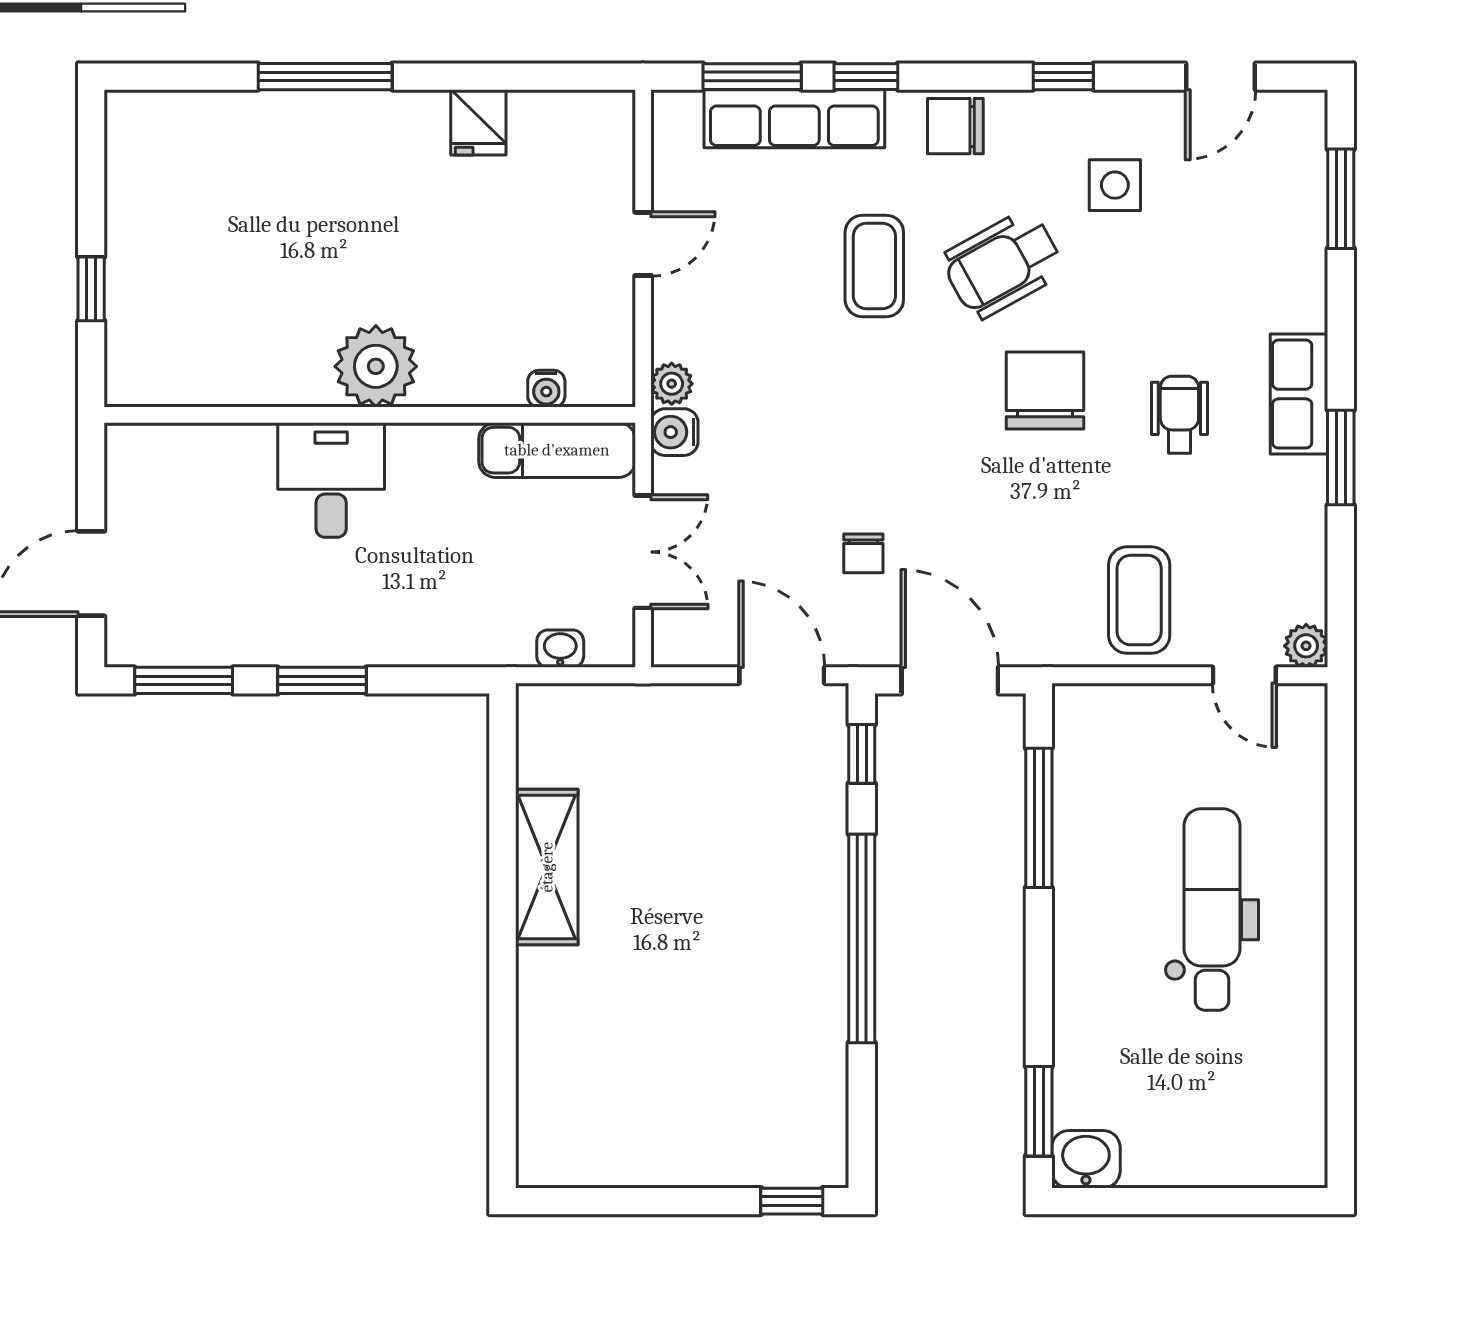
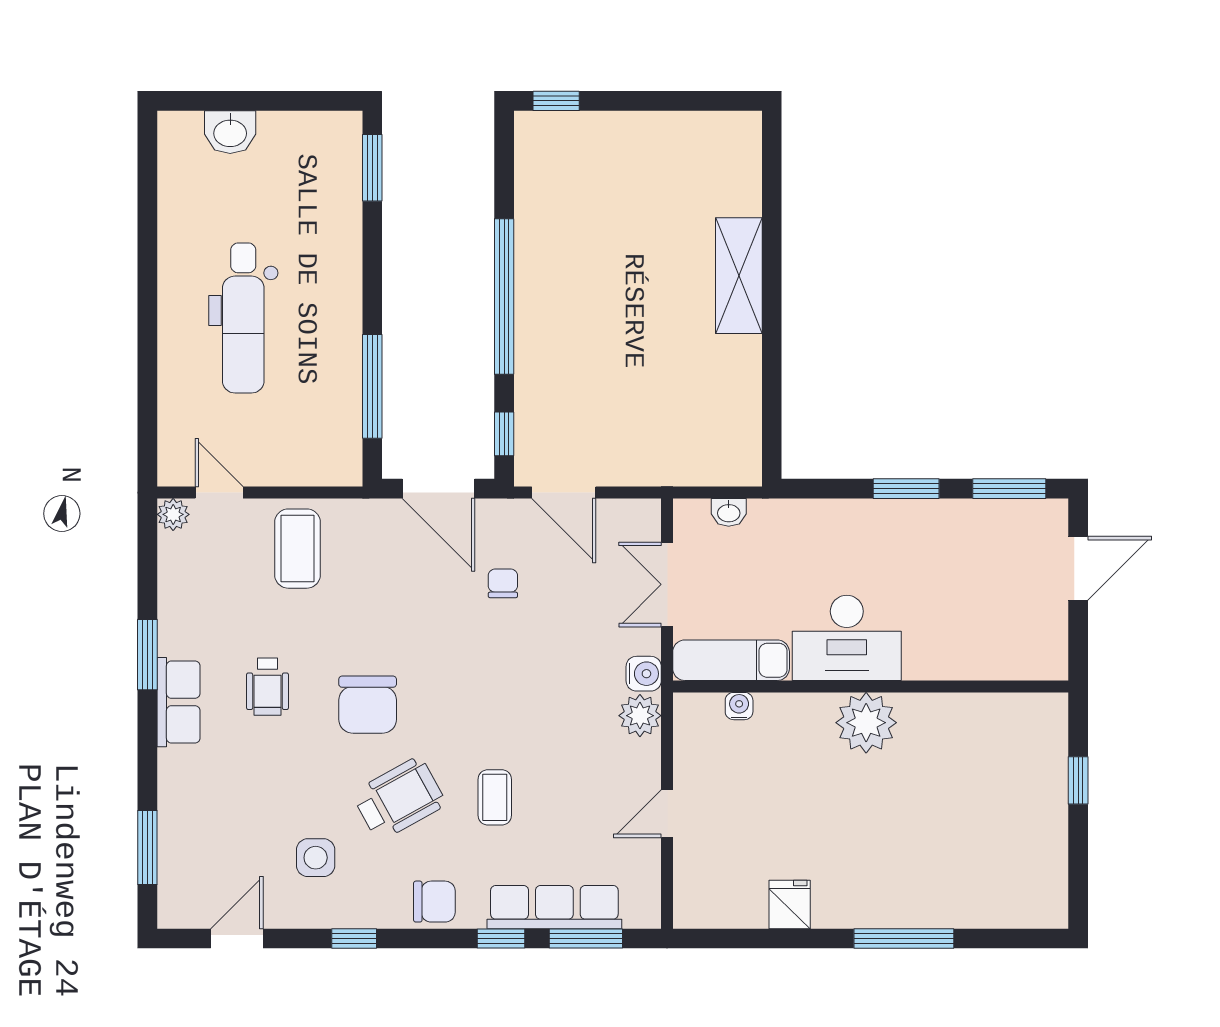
coffee table: (874, 266) -> (495, 797), width x0.73, depth x0.77
plant: (672, 384) -> (640, 716), width x1.38, depth x1.38
desk: (331, 480) -> (847, 638), moved, width x1.37
shelving: (547, 867) -> (739, 276), moved
washbasin: (1086, 1159) -> (230, 132), moved

